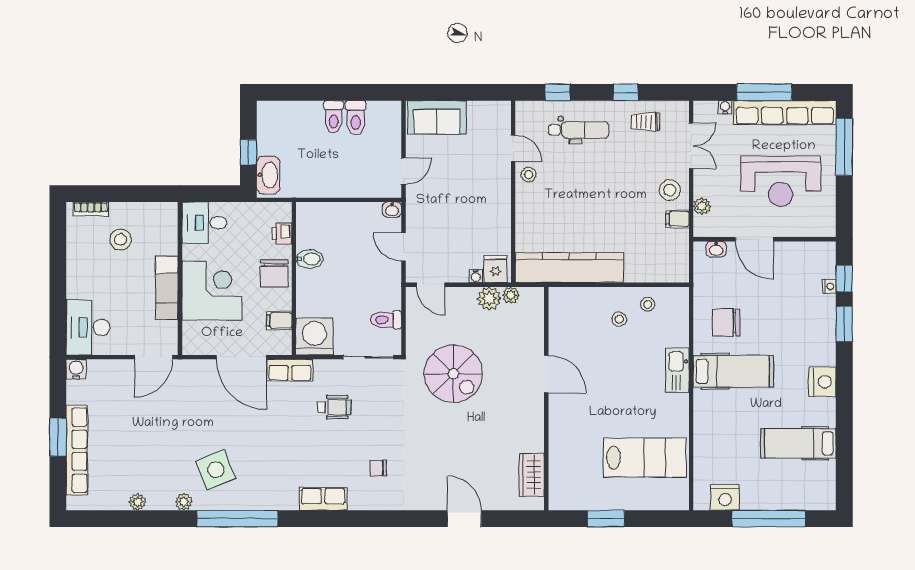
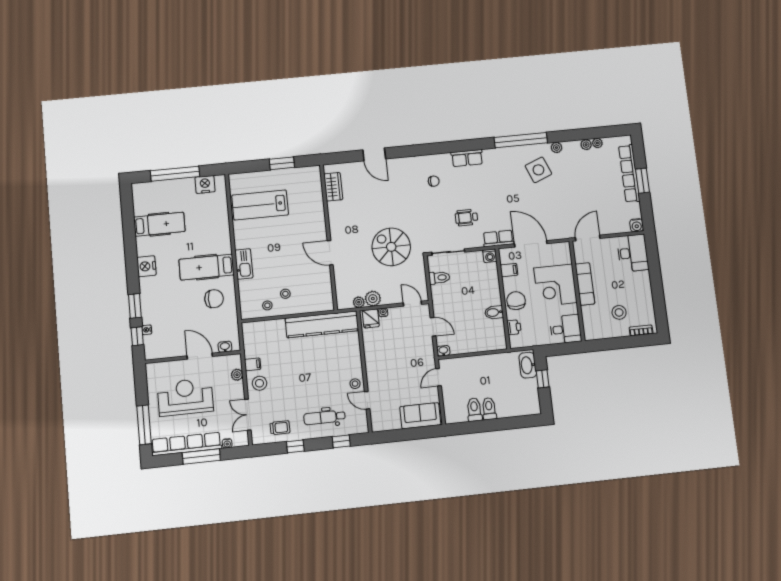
washing machine: (315, 336) -> (490, 256), width x0.53, depth x0.53
plant: (120, 503) -> (597, 143), added

